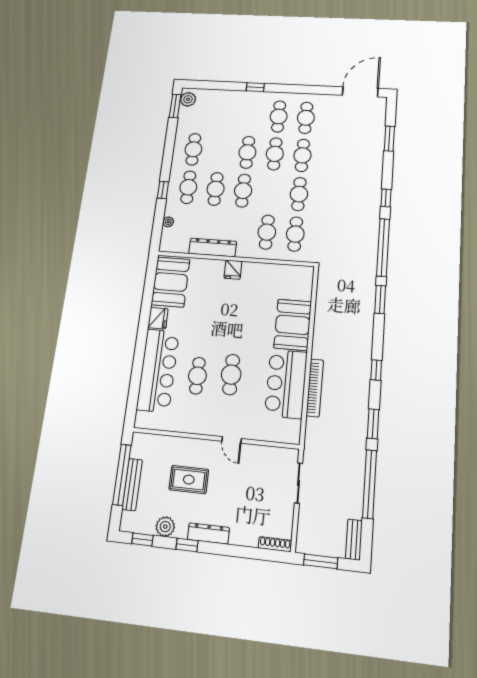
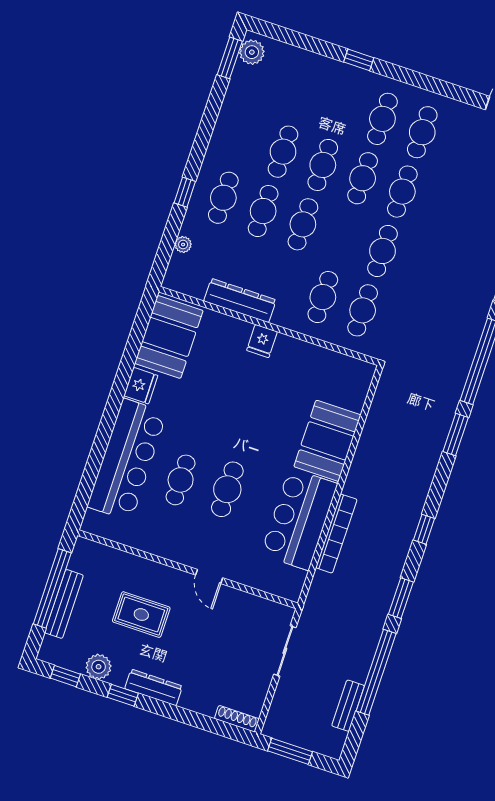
cafe table: (193, 149) -> (283, 152), moved
bench: (354, 540) -> (348, 706), moved

